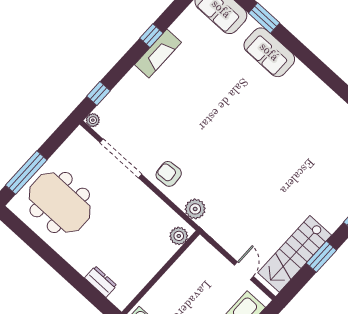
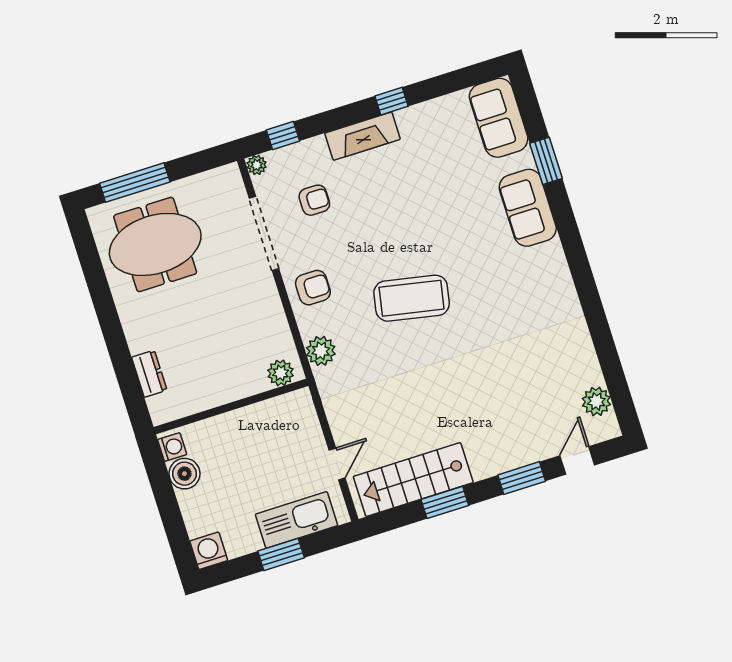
fireplace: (158, 53) -> (363, 136), moved
armchair: (139, 121) -> (314, 200), added
coffee table: (231, 146) -> (412, 298), added
armchair: (169, 174) -> (313, 288), turned 94
meeting table: (60, 203) -> (155, 244), turned 90

